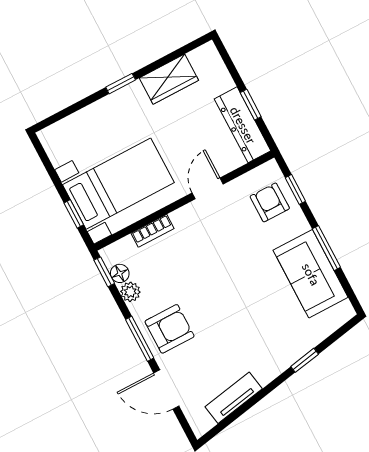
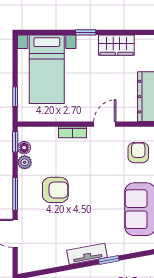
bed with nightstands: (118, 184) -> (47, 69), moved, turned 90
bookcase: (153, 231) -> (73, 132), moved
armchair: (170, 329) -> (55, 190), moved
tv unit: (234, 398) -> (87, 254), moved

